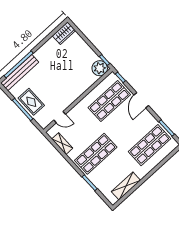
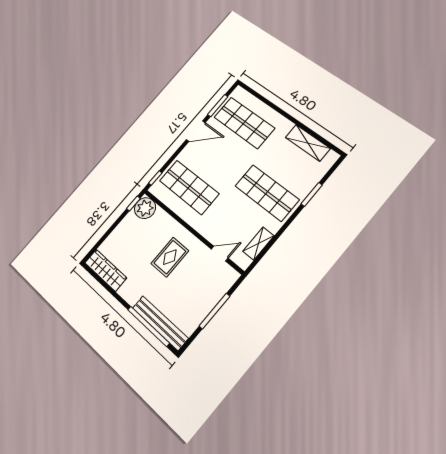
wardrobe: (64, 33) -> (106, 270), width x1.50
door: (141, 100) -> (196, 131), moved
rug: (31, 102) -> (170, 257), moved
door: (60, 117) -> (220, 254), hinge flipped

